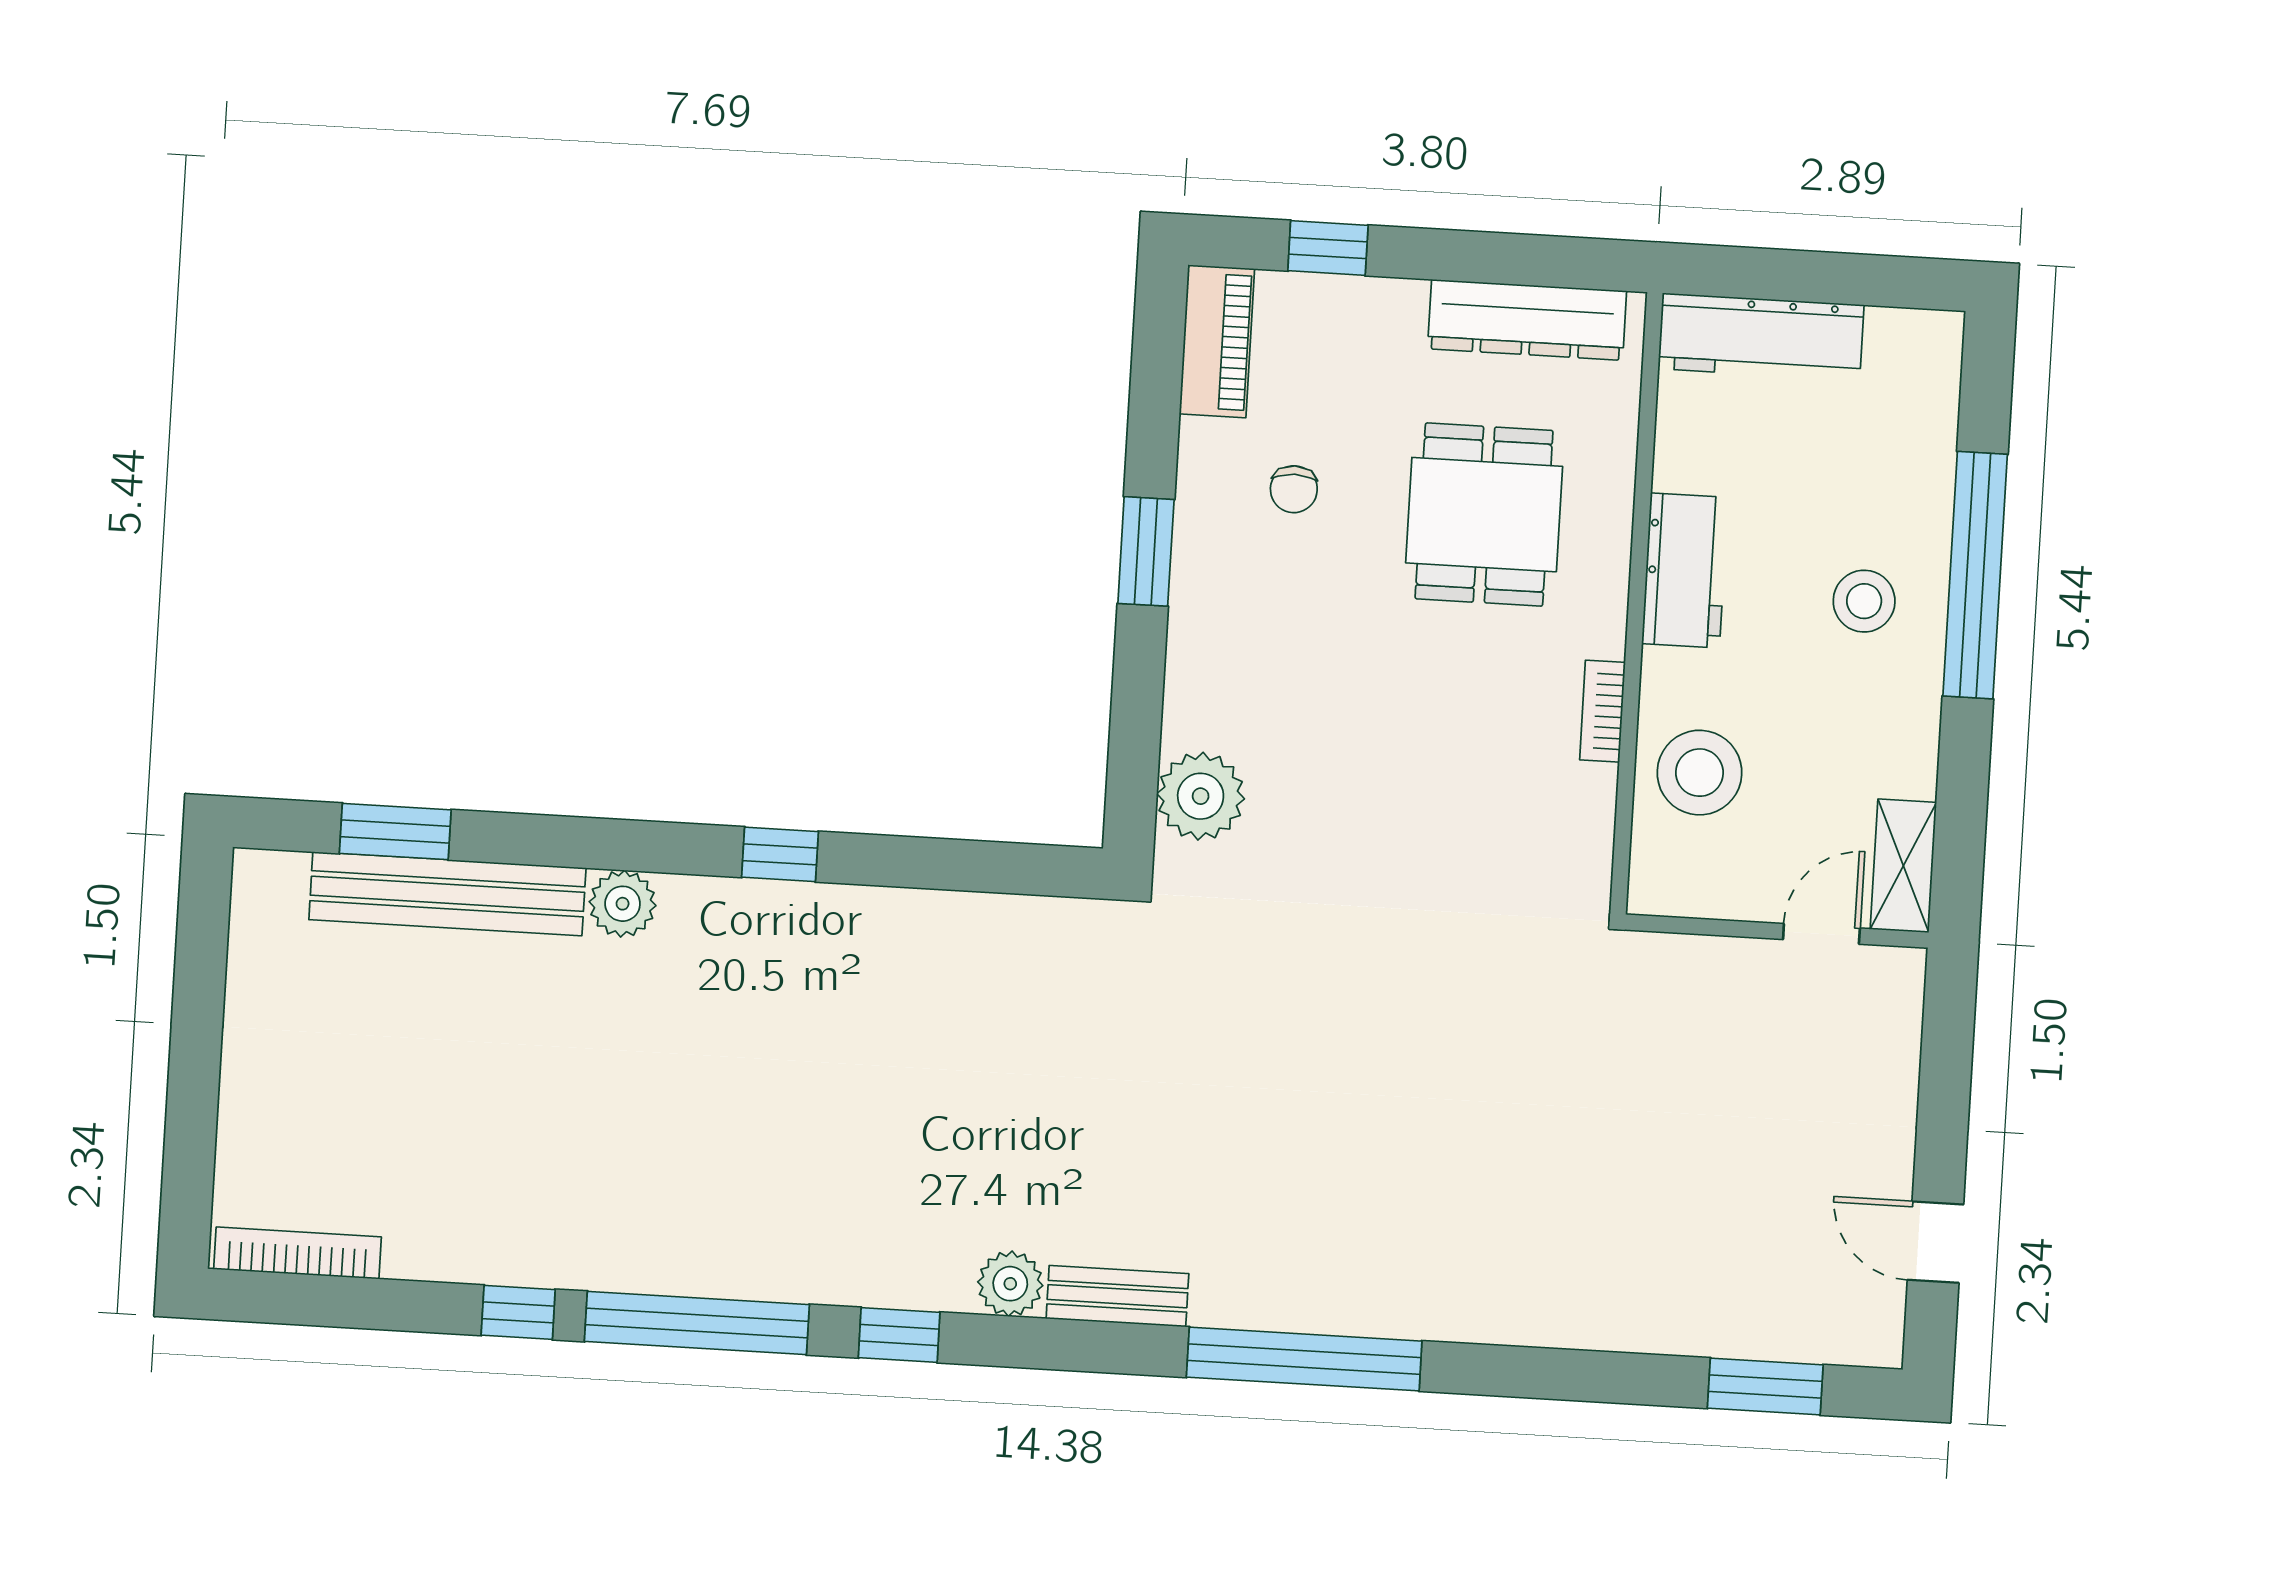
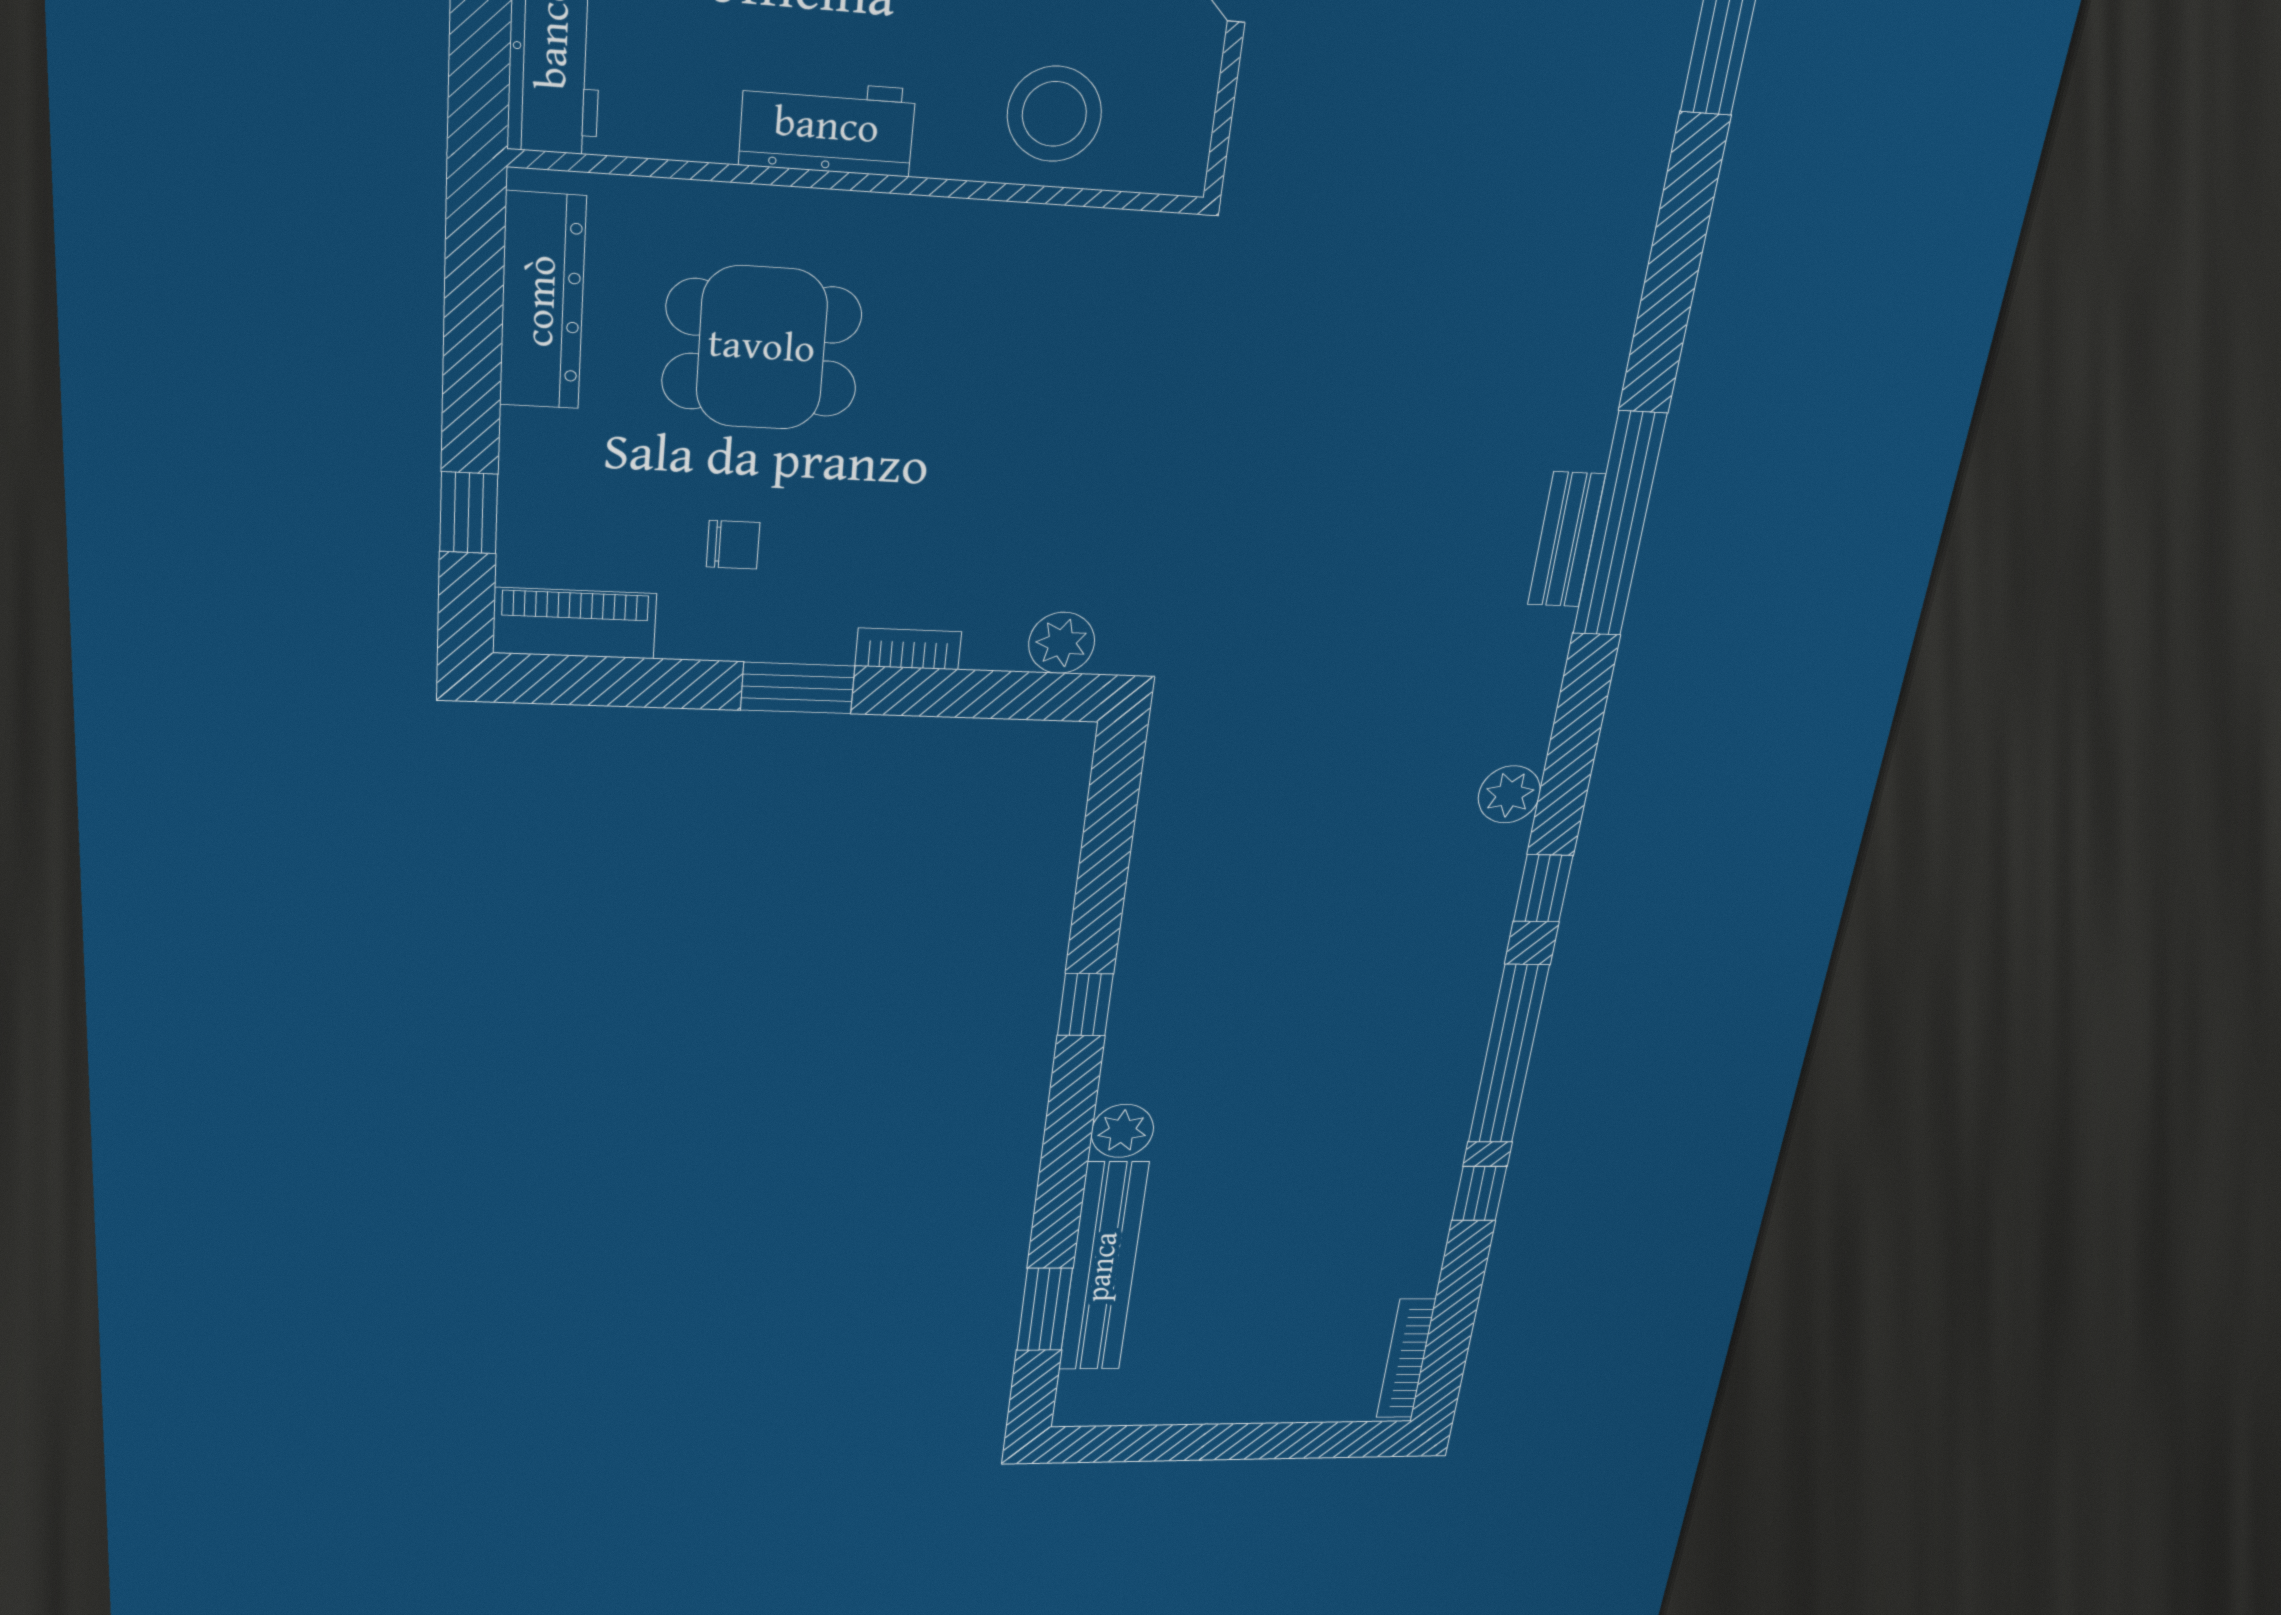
bookcase: (1602, 711) -> (908, 649), moved, turned 180
plant: (1201, 796) -> (1062, 643), width x0.73, depth x0.73
bench: (1117, 1296) -> (1566, 540), moved

